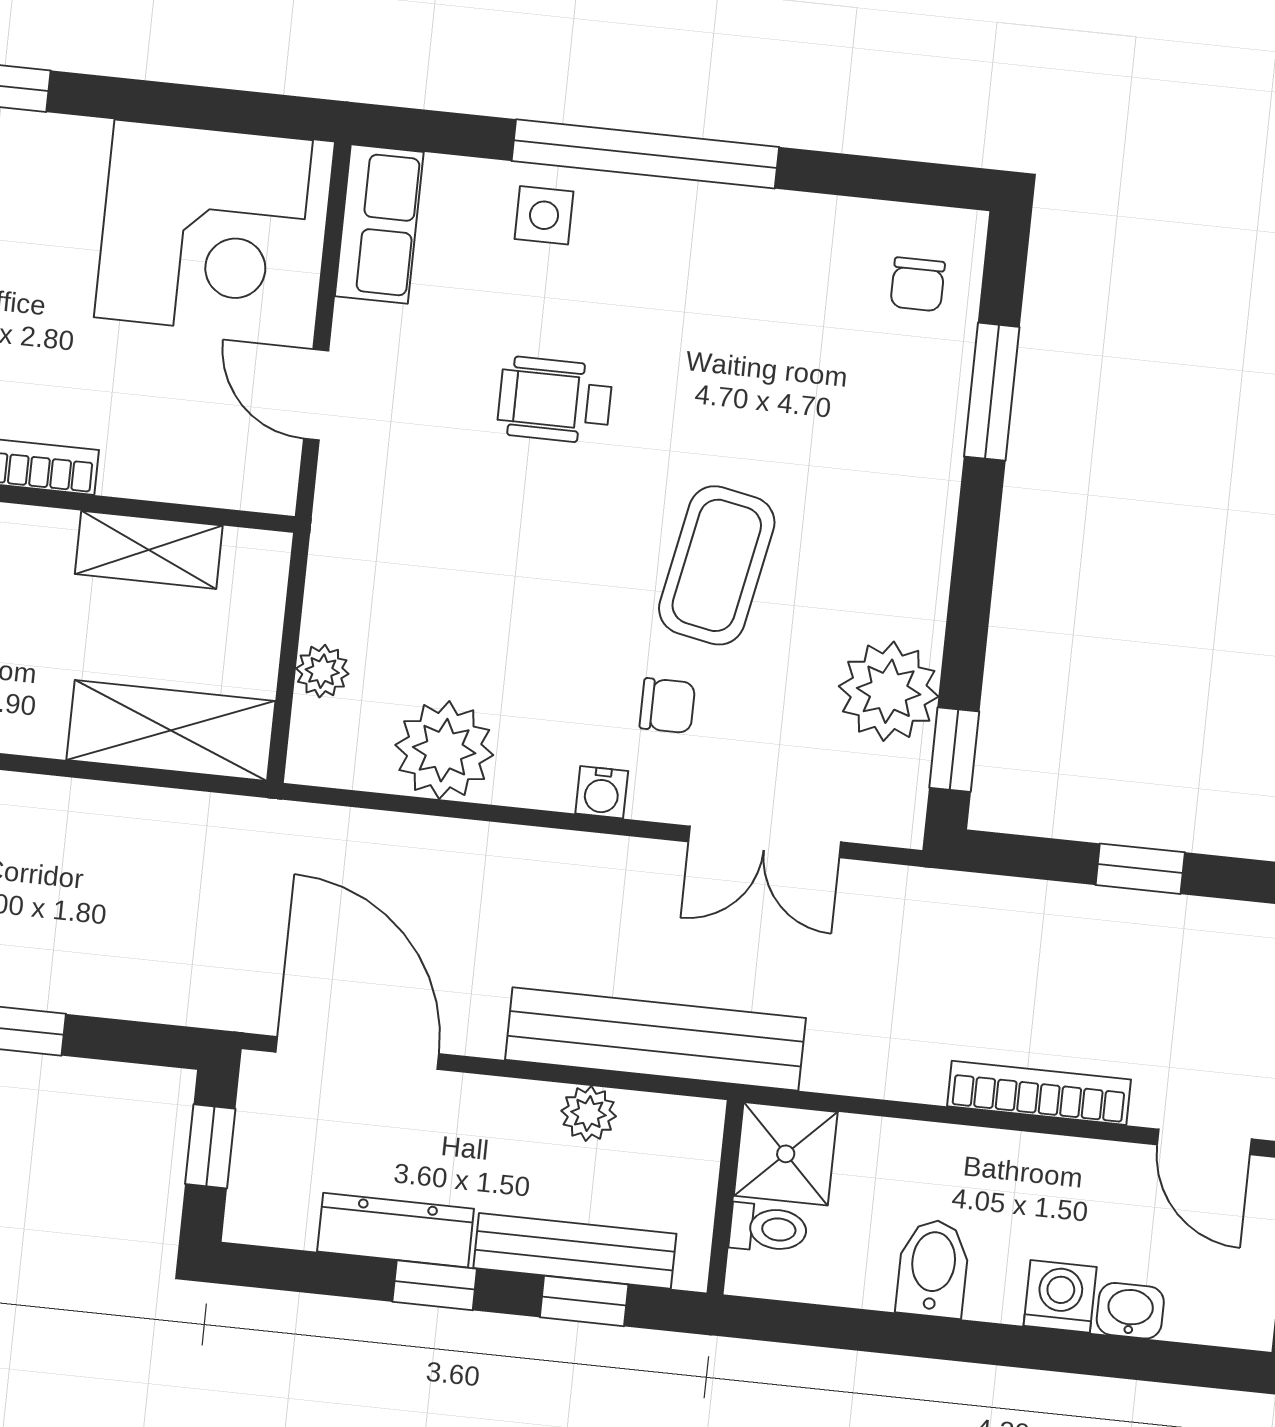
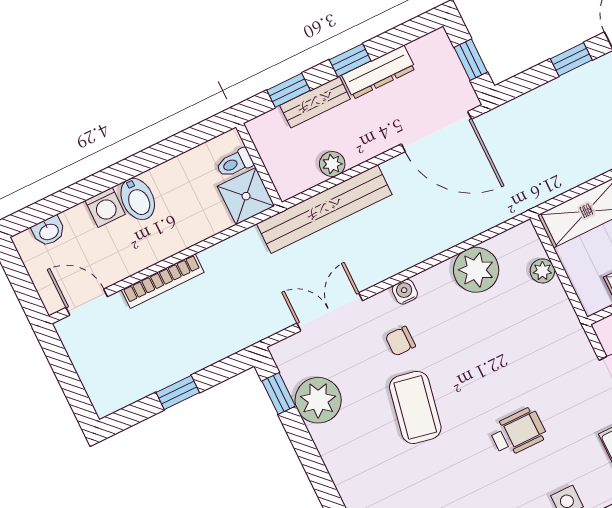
bench: (575, 1251) -> (315, 102), width x0.73
bidet: (933, 1268) -> (138, 199), moved
washbasin: (1130, 1311) -> (49, 231), moved

